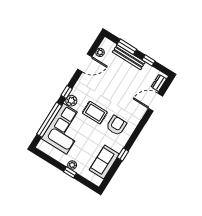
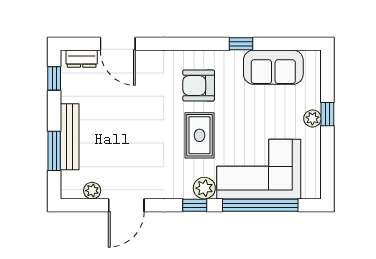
window: (149, 60) -> (54, 78), moved
door: (85, 63) -> (126, 205), swing flipped

